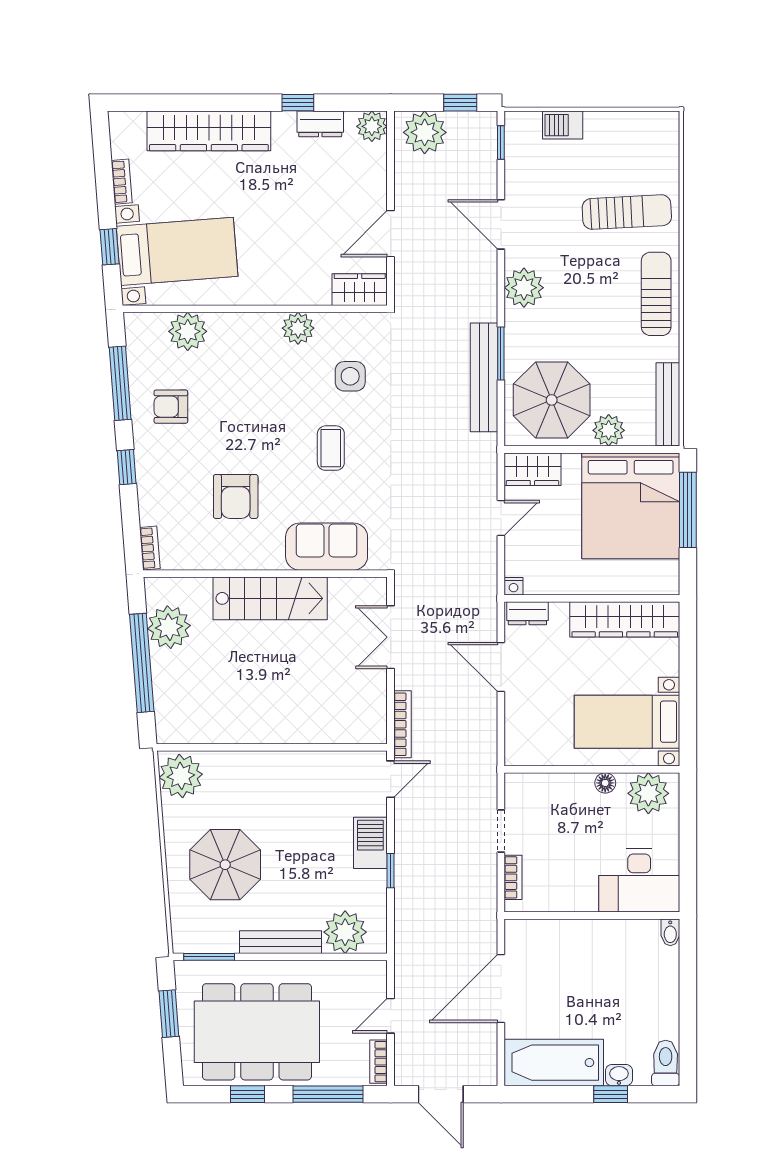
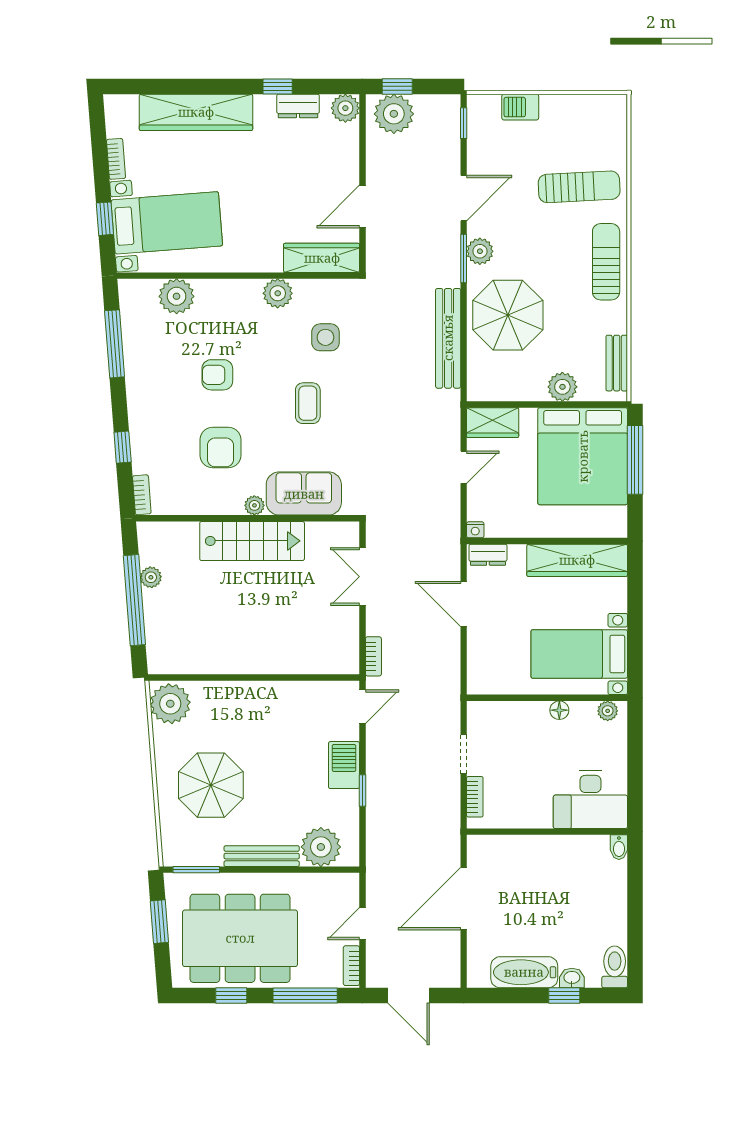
window: (460, 103) -> (397, 86), moved
door: (501, 224) -> (464, 198), swing flipped
plant: (524, 288) -> (480, 251), width x0.73, depth x0.73
wardrobe: (360, 290) -> (322, 258), width x1.50
window: (501, 354) -> (464, 258), moved
parasol: (552, 400) -> (508, 315), moved
bench: (668, 404) -> (617, 363), width x0.73
armchair: (171, 407) -> (217, 375), moved
window: (127, 467) -> (123, 447), moved
plant: (273, 560) -> (254, 505), added
plant: (169, 627) -> (151, 577), width x0.53, depth x0.53
bookcase: (402, 724) -> (373, 656), width x0.64
plant: (648, 793) -> (608, 711), width x0.53, depth x0.53
bathtub: (554, 1063) -> (524, 972), width x0.73, depth x0.73

